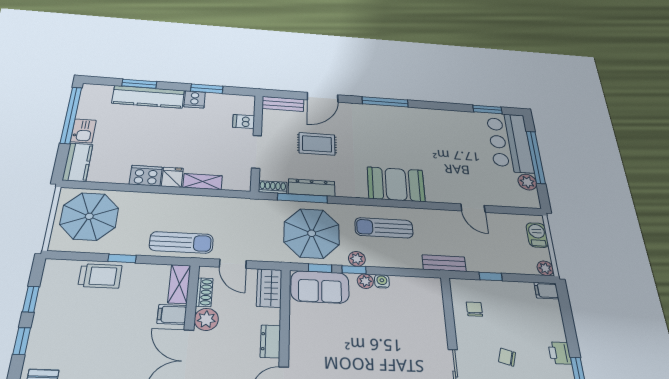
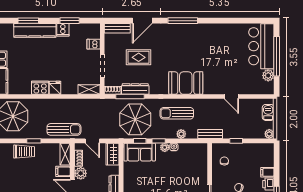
window: (487, 109) -> (250, 21), removed
shelving: (203, 182) -> (89, 89), moved
plant: (357, 259) -> (181, 134), moved
filing cabinet: (546, 291) -> (267, 172), moved

